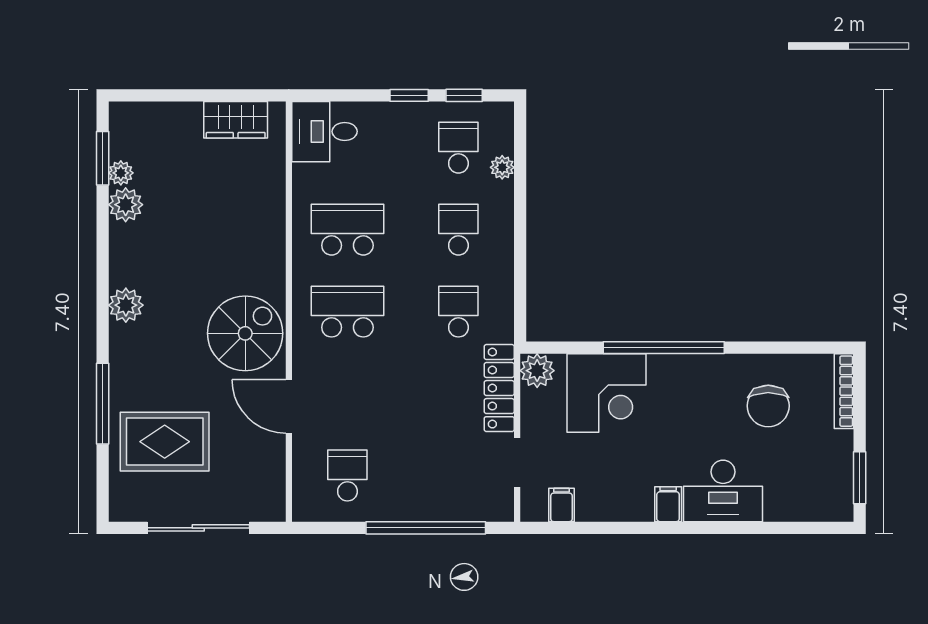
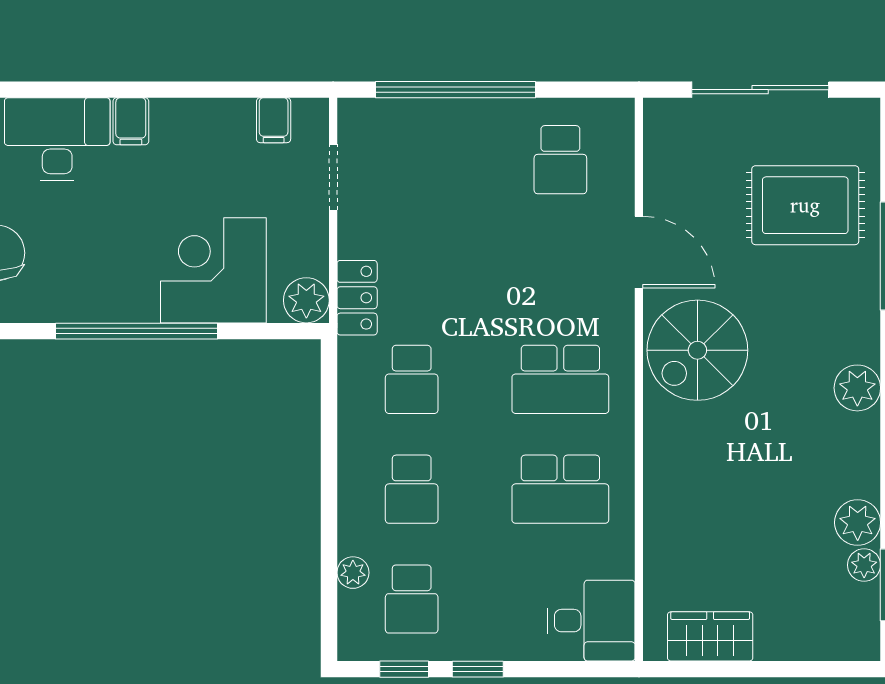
locker: (499, 388) -> (357, 298), width x0.66

